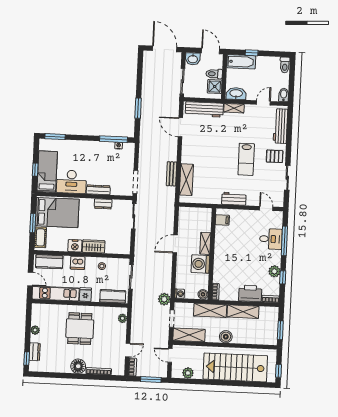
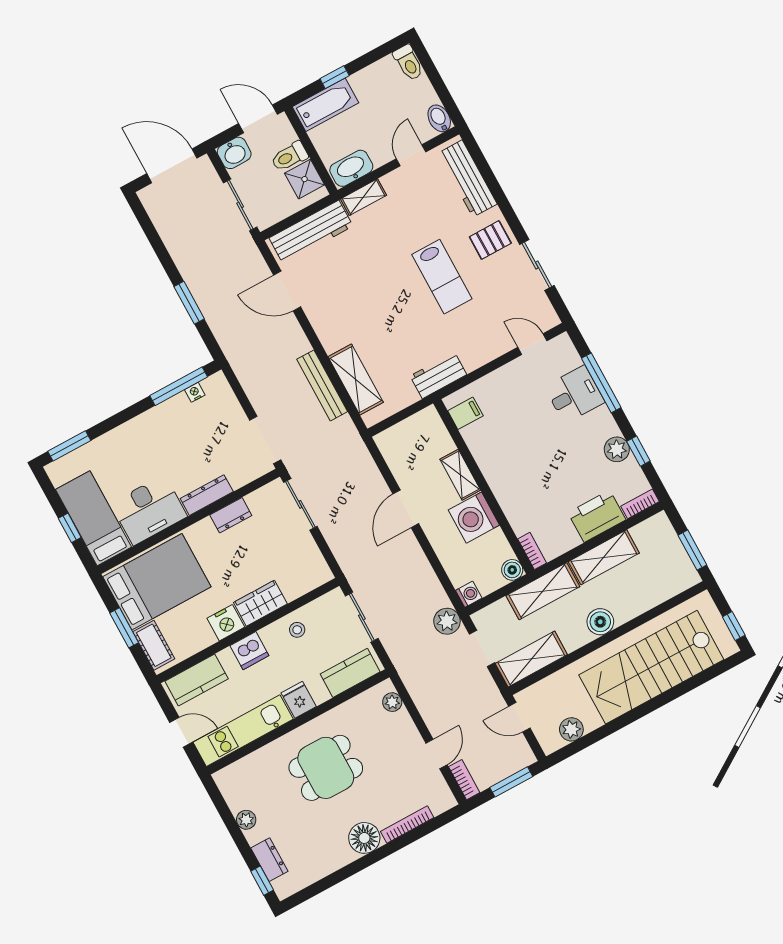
bench: (171, 174) -> (322, 385), width x1.36
workbench: (234, 199) -> (438, 375), moved
dining table: (80, 329) -> (326, 768), turned 90

